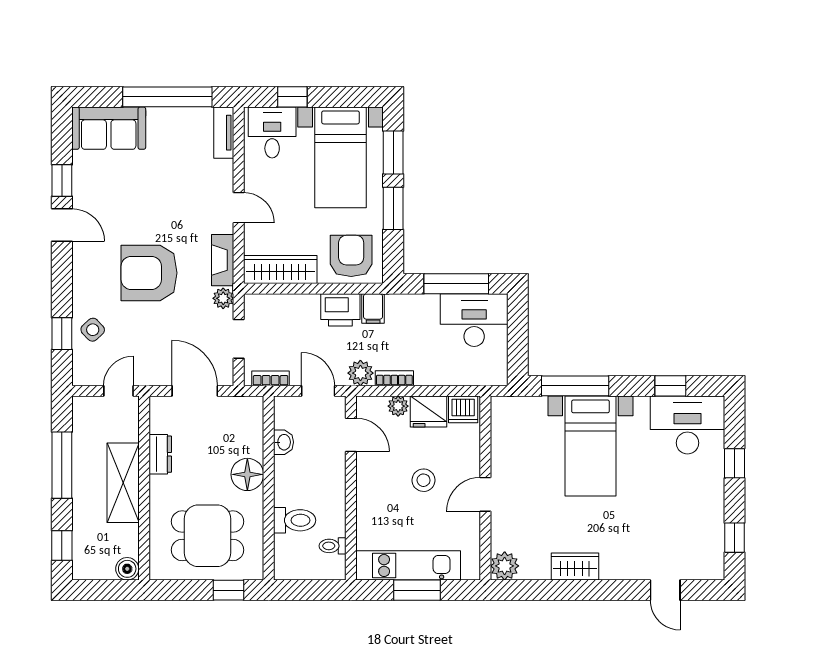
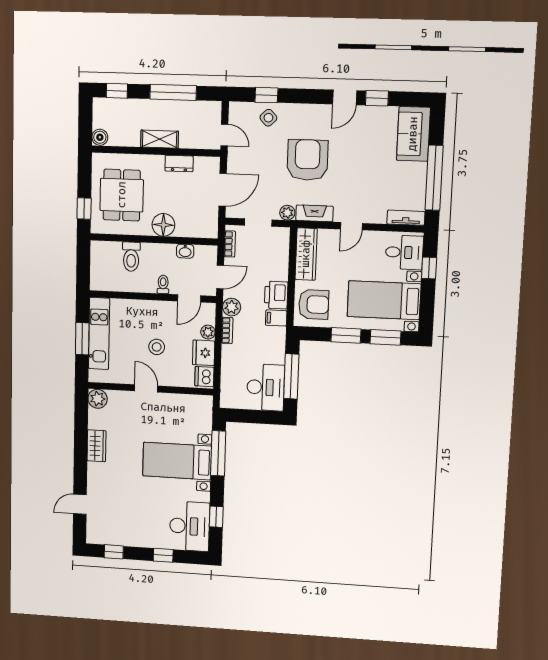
shelving: (123, 483) -> (160, 139), width x0.67, depth x0.75
toilet: (332, 546) -> (163, 284), moved

